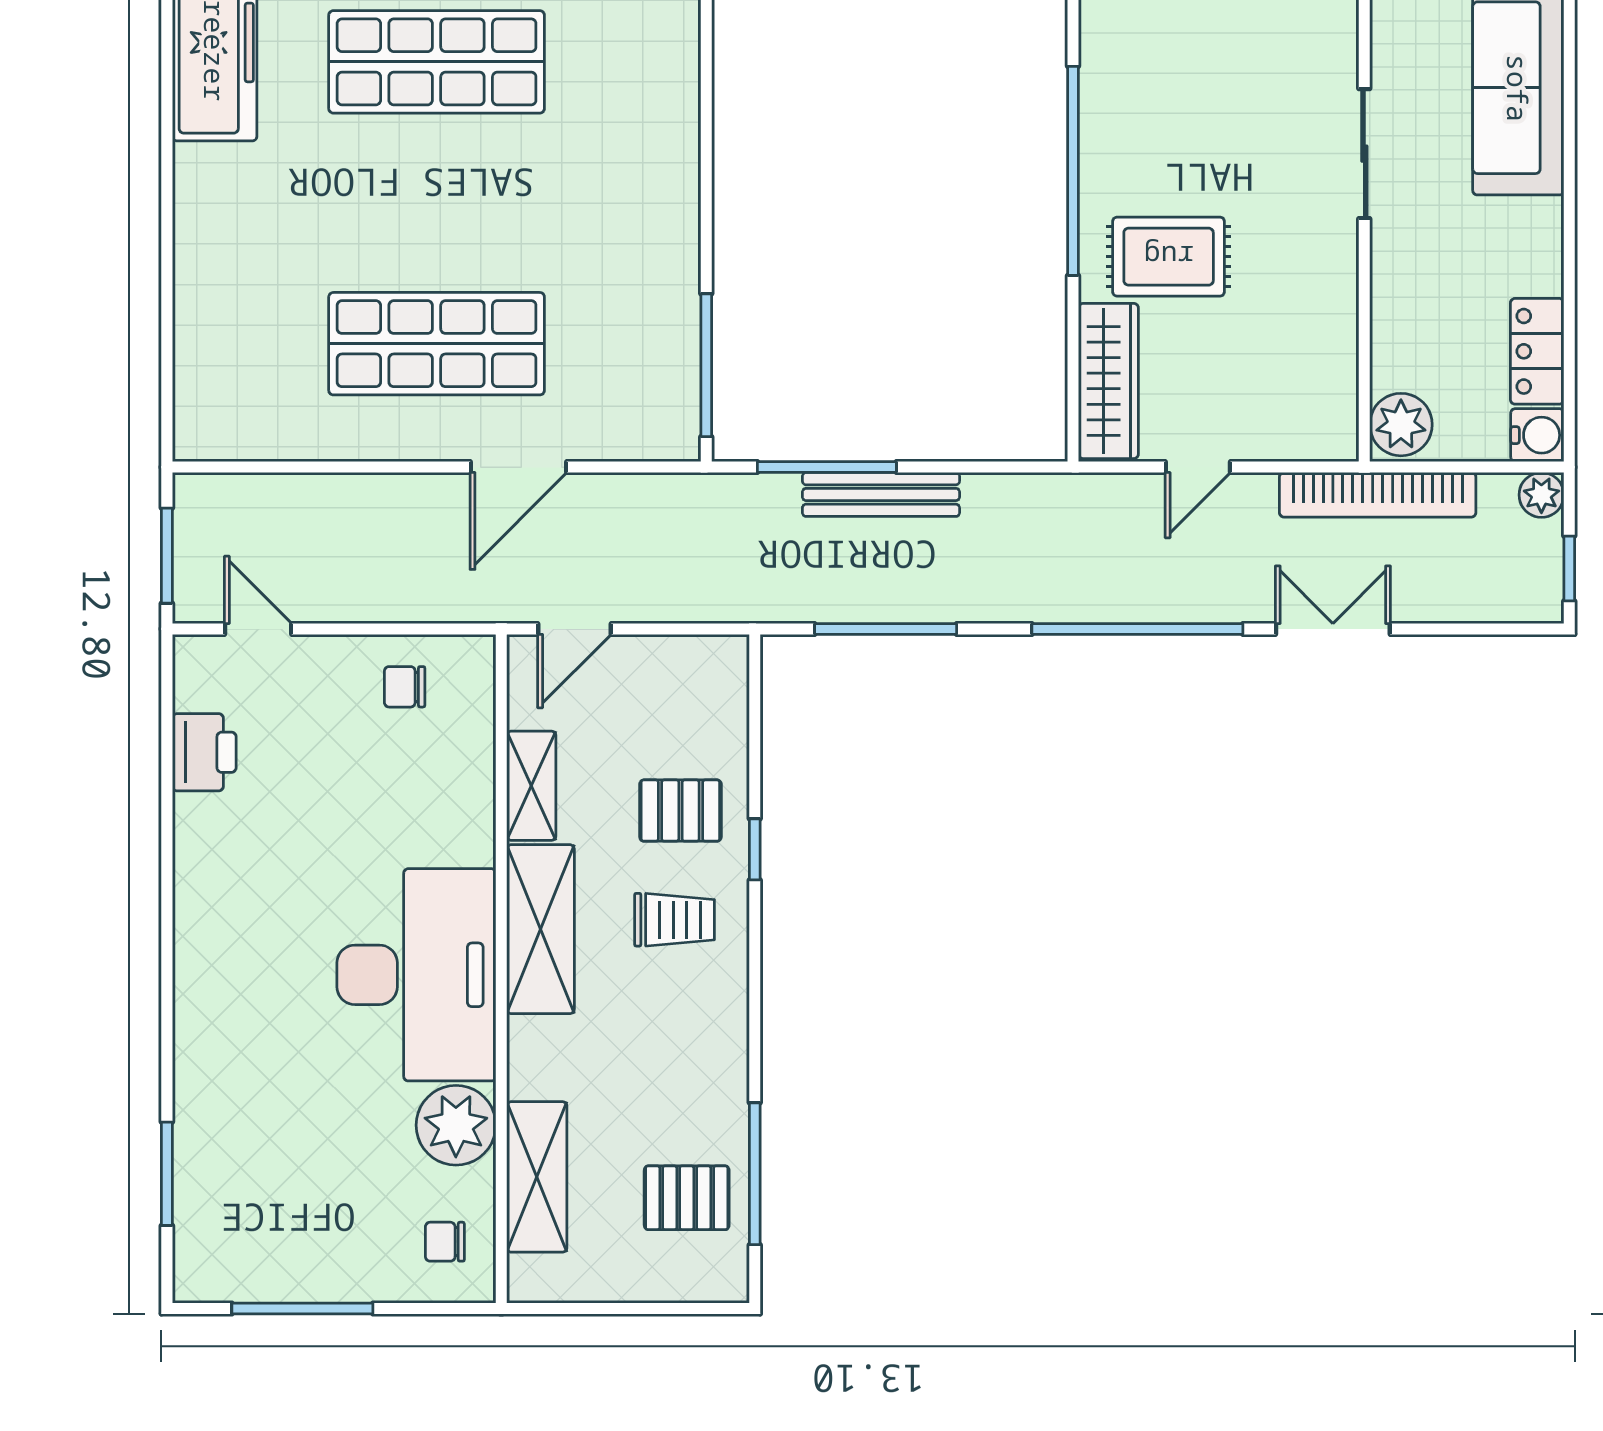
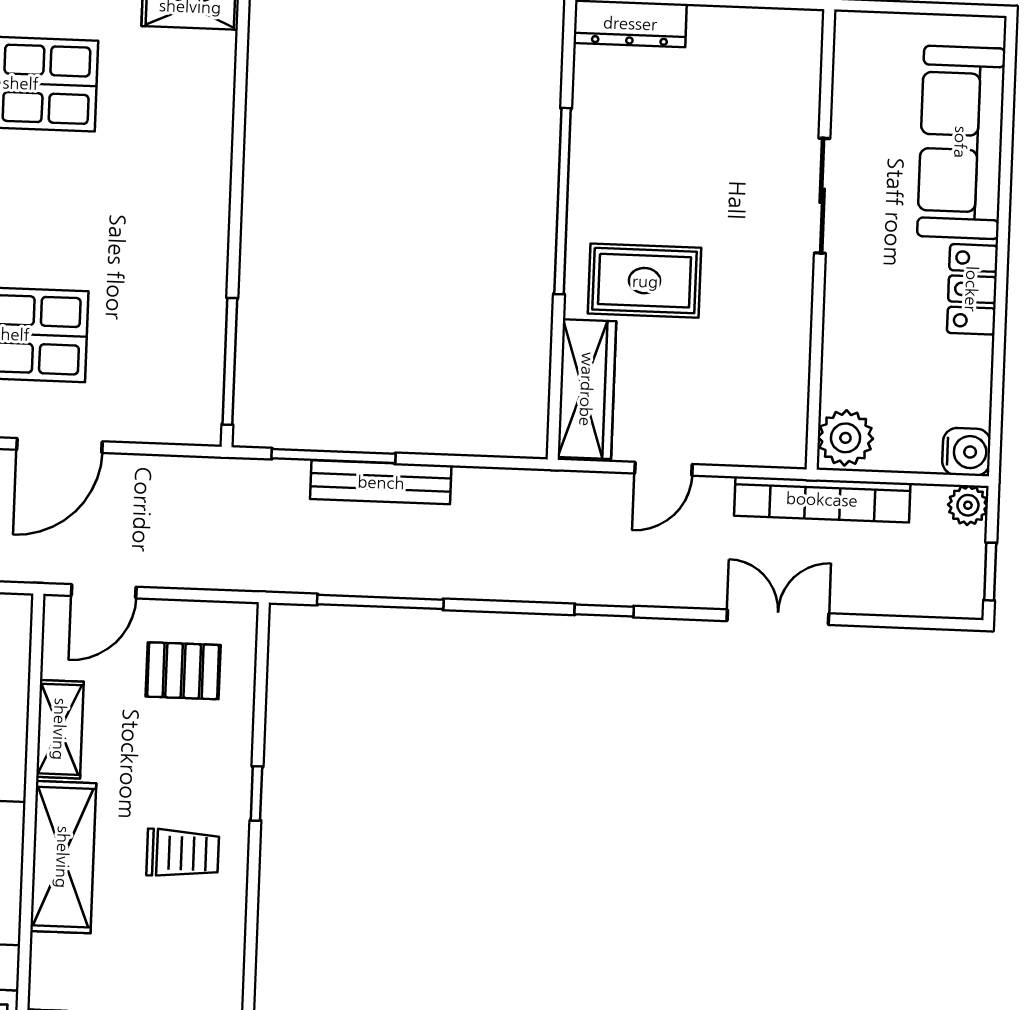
locker: (1537, 351) -> (972, 289), moved
window: (1137, 629) -> (604, 611), width x0.32
pallet: (680, 811) -> (183, 671), moved

